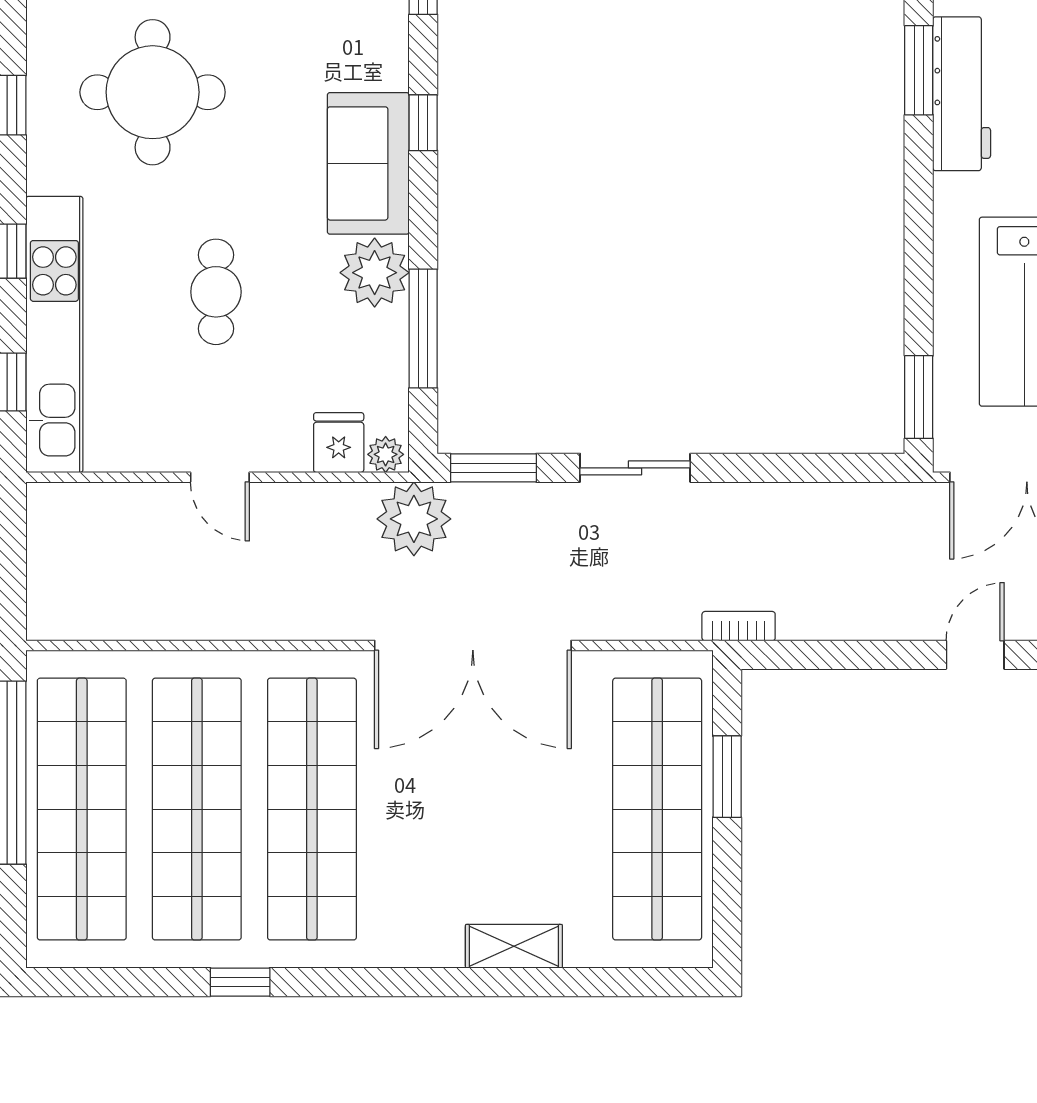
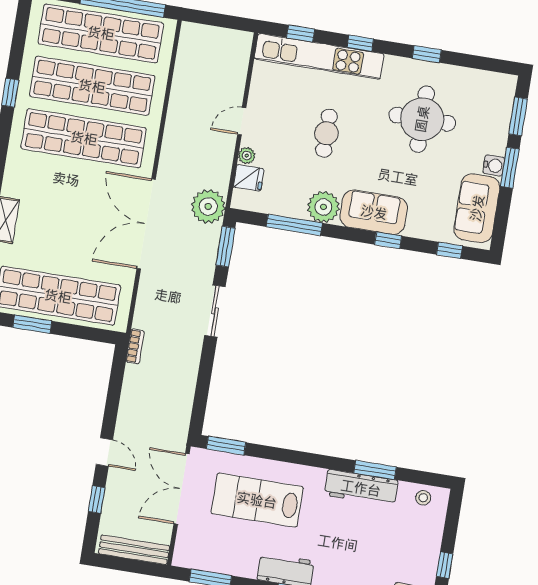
cafe table: (216, 292) -> (326, 133), turned 90
plant: (386, 454) -> (247, 156), moved
window: (727, 777) -> (32, 324), moved

